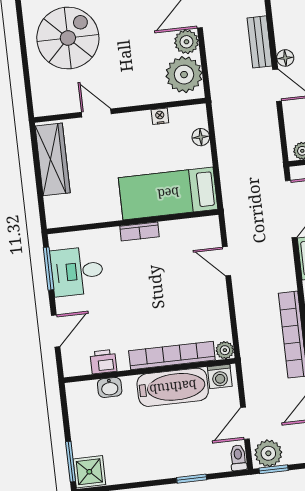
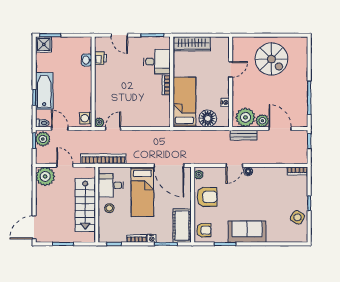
bench: (260, 42) -> (244, 135), moved
floor lamp: (201, 137) -> (208, 118), width x1.89, depth x1.89
wardrobe: (53, 159) -> (192, 44), moved
door: (227, 261) -> (113, 129), moved
desk: (77, 271) -> (157, 62), moved, turned 90
bookcase: (172, 355) -> (100, 94), removed
bathtub: (173, 387) -> (44, 91), moved, turned 180

